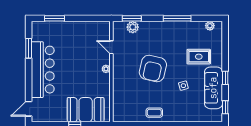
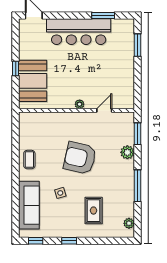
plant: (133, 27) -> (127, 152), moved
sofa: (213, 88) -> (29, 205), moved, turned 90

